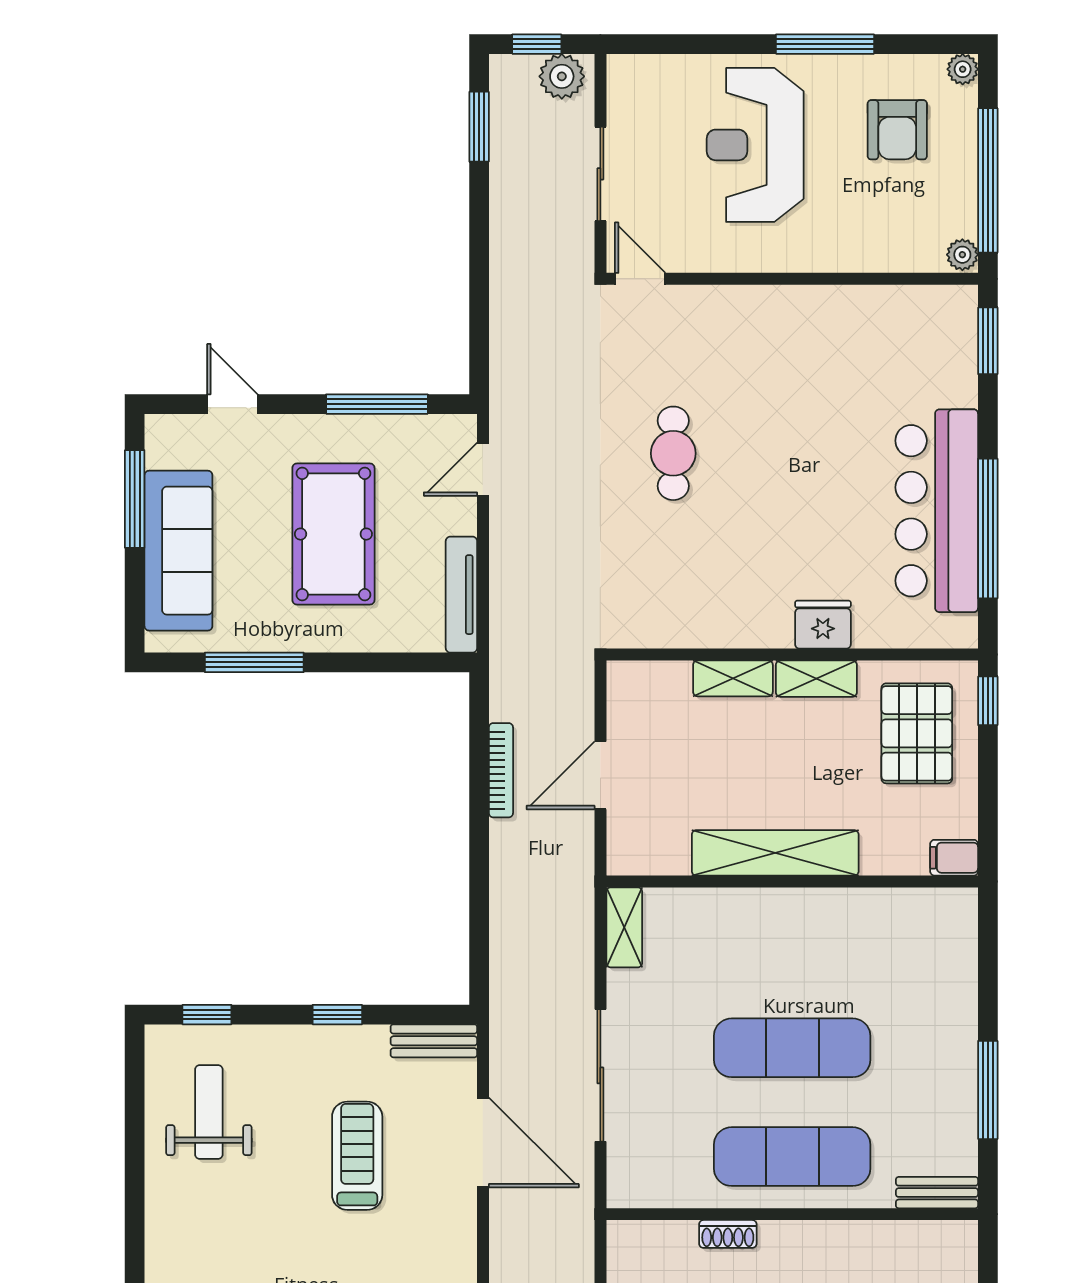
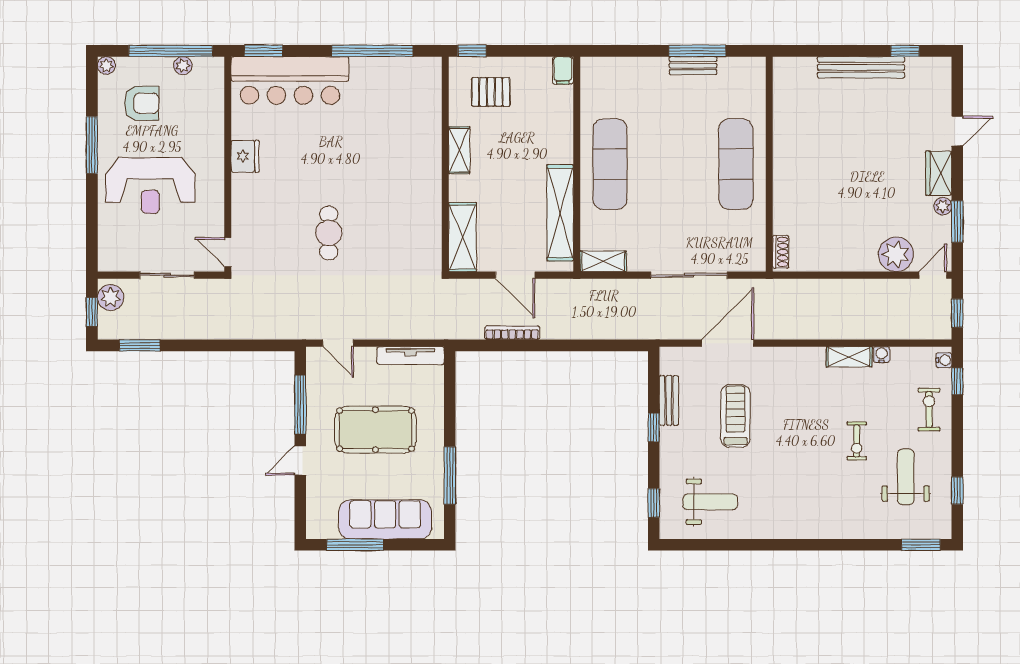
plant: (962, 255) -> (183, 66), moved
door: (640, 279) -> (228, 252), hinge flipped
door: (232, 404) -> (300, 460), moved
cafe table: (673, 453) -> (329, 233), turned 90
bar counter: (937, 511) -> (290, 80), moved
fridge: (823, 625) -> (245, 156), moved, turned 180
shelving: (733, 678) -> (463, 237), moved, width x1.50, depth x1.33
pallet: (917, 733) -> (491, 92), width x0.67, depth x0.71
shelving: (775, 853) -> (560, 213), moved
bench: (434, 1041) -> (669, 400), moved
exercise mat: (792, 1048) -> (610, 164), moved
weight bench: (209, 1112) -> (710, 502), turned 180
treadmill: (357, 1156) -> (735, 416), turned 90
bench: (937, 1193) -> (693, 66), moved, turned 90
shoe rack: (728, 1234) -> (781, 252), moved

